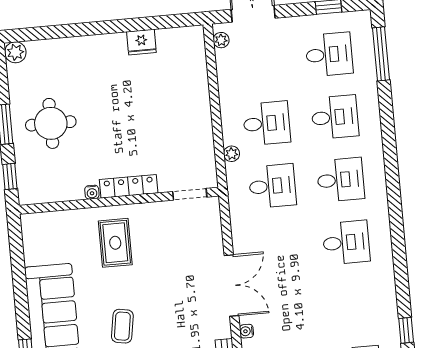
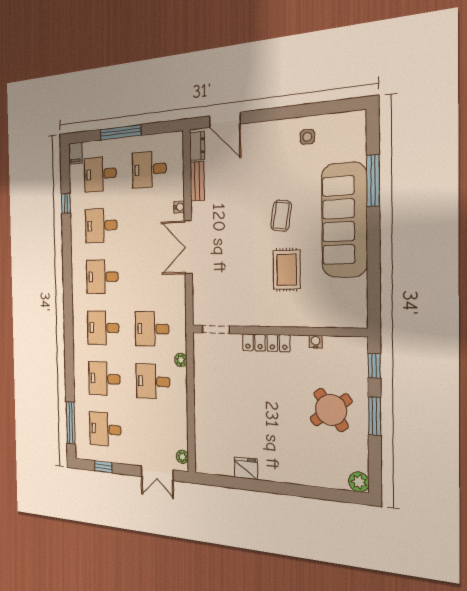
round table: (51, 123) -> (331, 410), turned -36
water cooler: (92, 192) -> (316, 342), moved
rug: (115, 243) -> (287, 270), moved
desk: (352, 305) -> (101, 225), added

